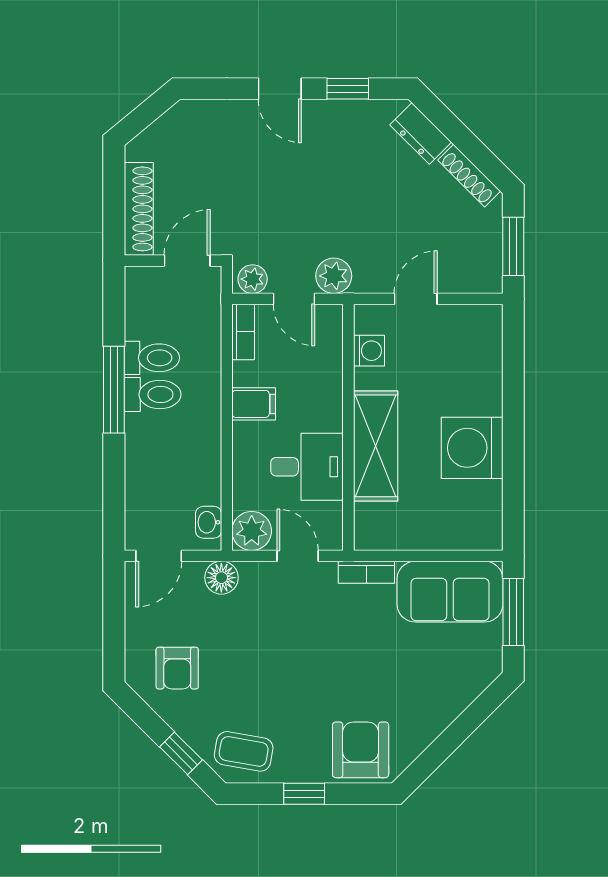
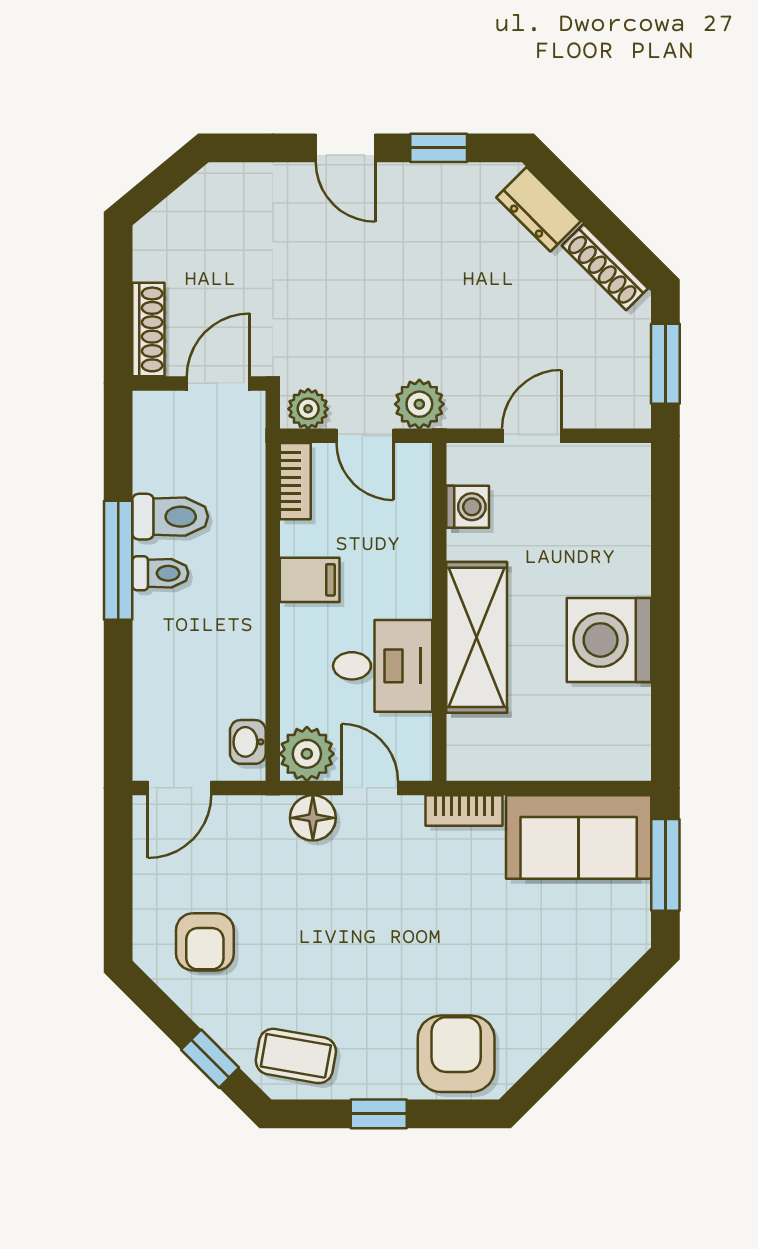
shoe rack: (139, 209) -> (148, 329), width x0.74, depth x0.81
toilet: (153, 394) -> (160, 573), width x0.73, depth x0.72
floor lamp: (221, 578) -> (313, 818), moved

